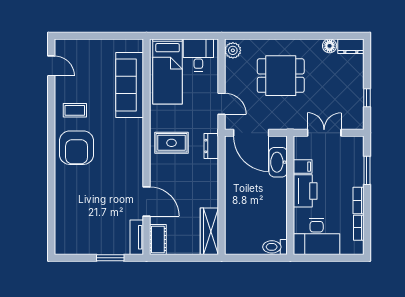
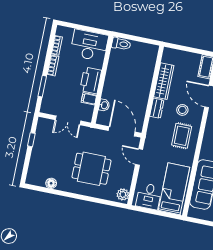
dresser: (351, 46) -> (36, 180), removed
rug: (171, 143) -> (182, 136), turned 90
dresser: (211, 146) -> (157, 108), moved
washbasin: (278, 162) -> (104, 105), width x0.52, depth x0.69
stool: (177, 177) -> (182, 110), added
wardrobe: (209, 231) -> (164, 81), moved

